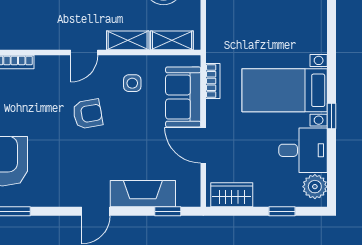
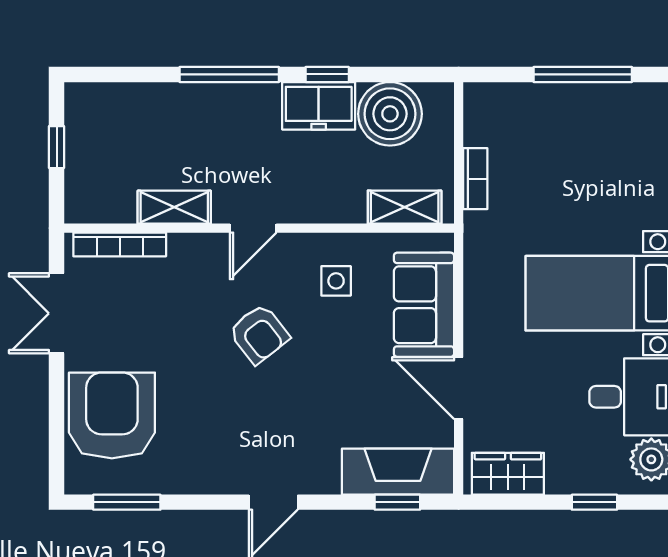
shelving: (128, 40) -> (174, 207), moved
bookcase: (213, 81) -> (475, 179), moved
armchair: (88, 114) -> (259, 334), turned 62
fireplace: (143, 194) -> (398, 472), moved

